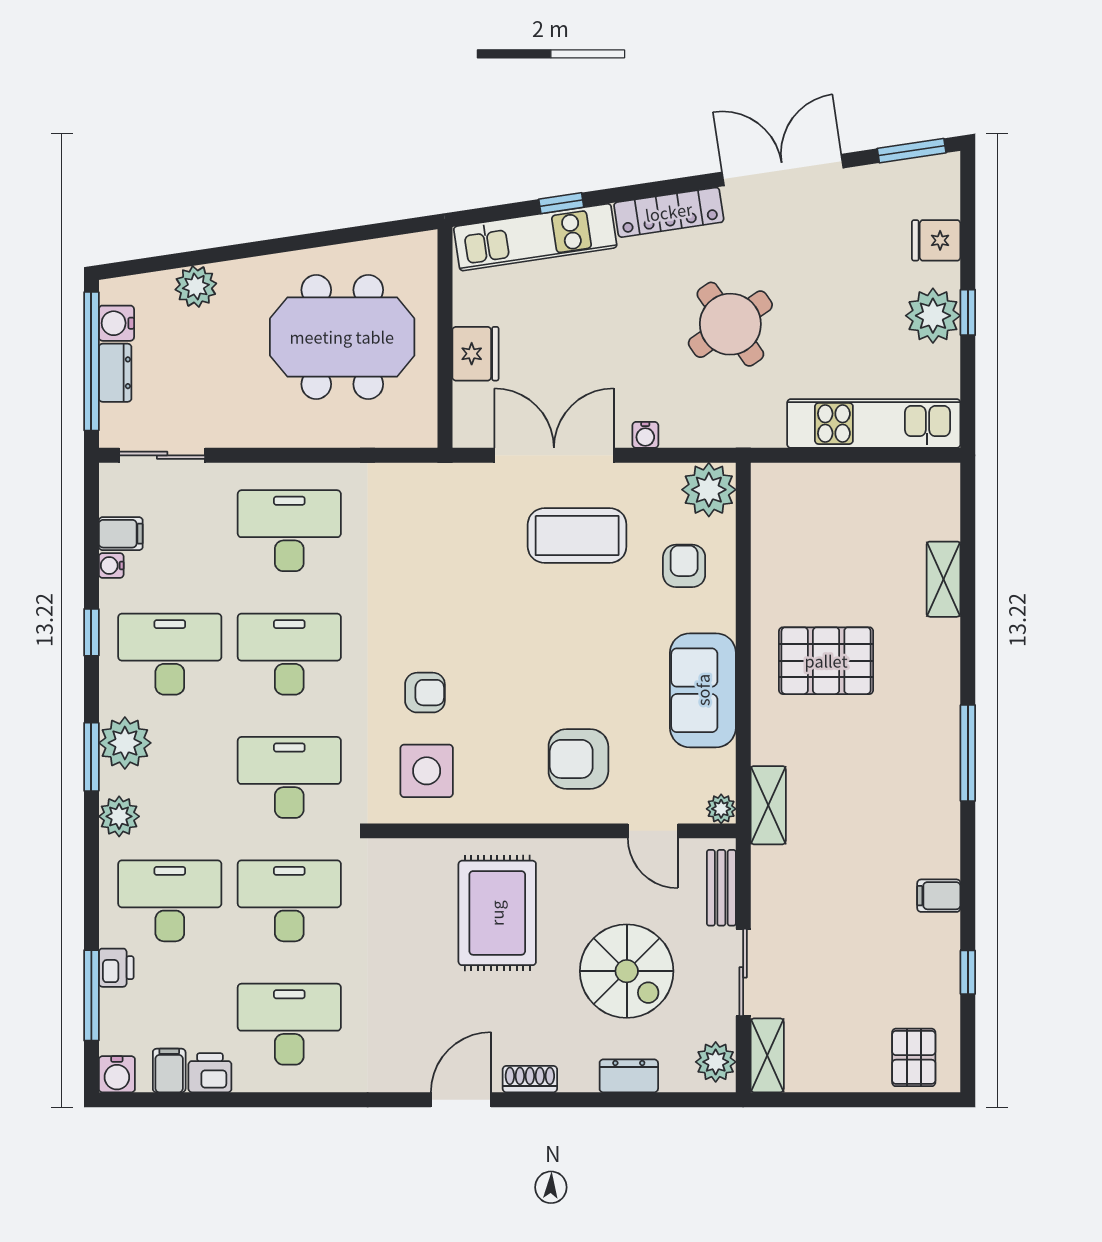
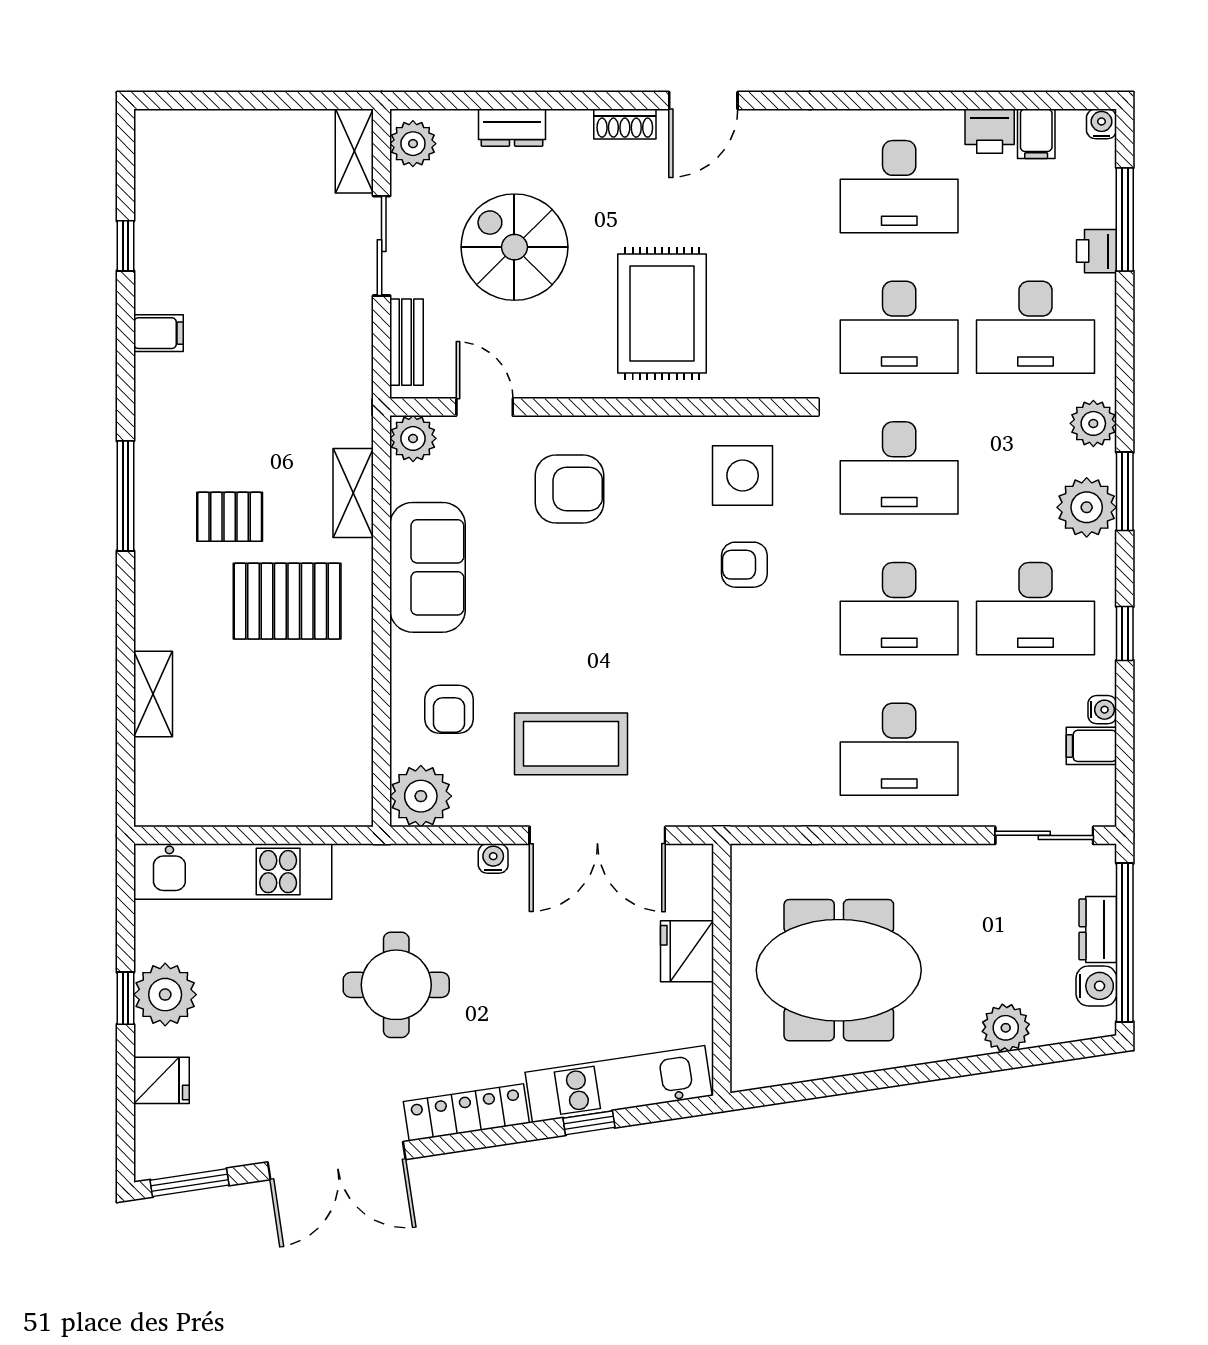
round table: (730, 324) -> (396, 985), turned 35
shelving: (768, 805) -> (353, 493), moved
plant: (721, 809) -> (413, 438), width x1.38, depth x1.38
pallet: (914, 1057) -> (230, 517), moved, turned 90
water cooler: (117, 1074) -> (1101, 124), width x0.72, depth x0.72

